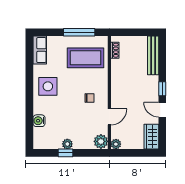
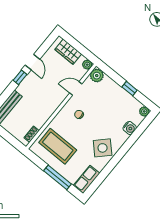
window: (79, 32) -> (58, 177), moved
side table: (48, 86) -> (103, 148), turned 45
wardrobe: (151, 137) -> (68, 52), moved, turned 90
plant: (67, 144) -> (144, 111), moved

